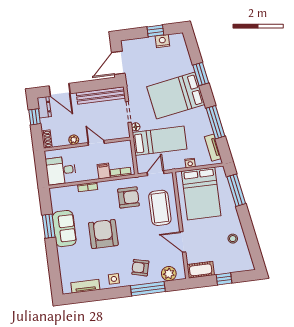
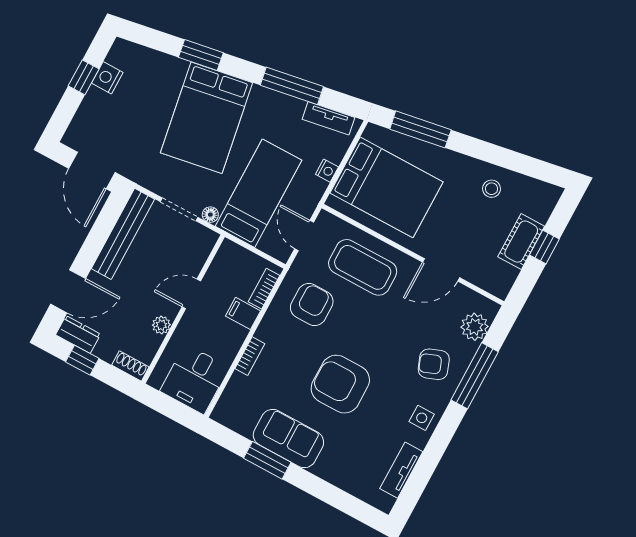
armchair: (140, 268) -> (434, 364), turned 55
cot: (201, 270) -> (521, 242), moved

